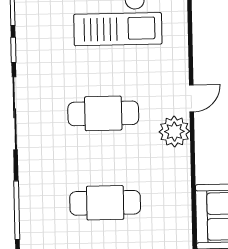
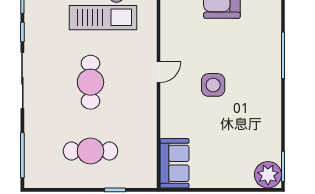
cafe table: (103, 113) -> (90, 82), turned 90
plant: (174, 132) -> (145, 97), removed

